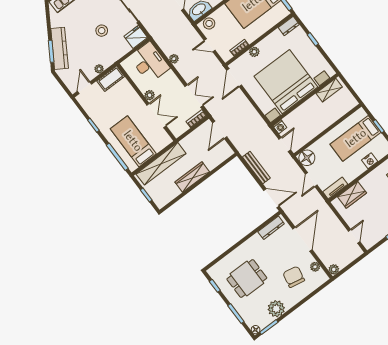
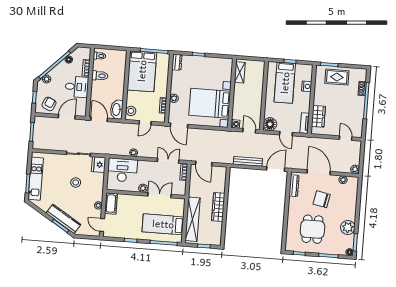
bed with nightstands: (286, 82) -> (210, 103), width x0.73
chair: (294, 277) -> (322, 199), moved

